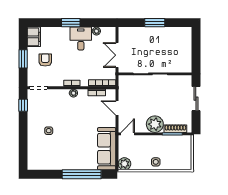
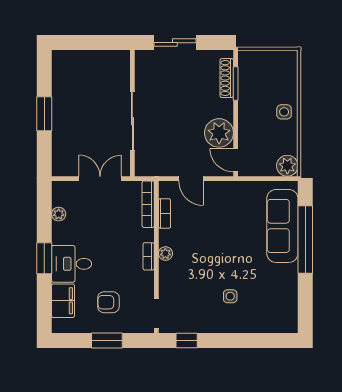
filing cabinet: (34, 37) -> (63, 301), moved, turned 90
desk: (81, 39) -> (72, 264), moved
double door: (117, 55) -> (100, 179), swing flipped
door: (117, 108) -> (191, 179), hinge flipped
plant: (155, 124) -> (219, 133), moved
sofa: (107, 149) -> (282, 226), moved, turned 90

